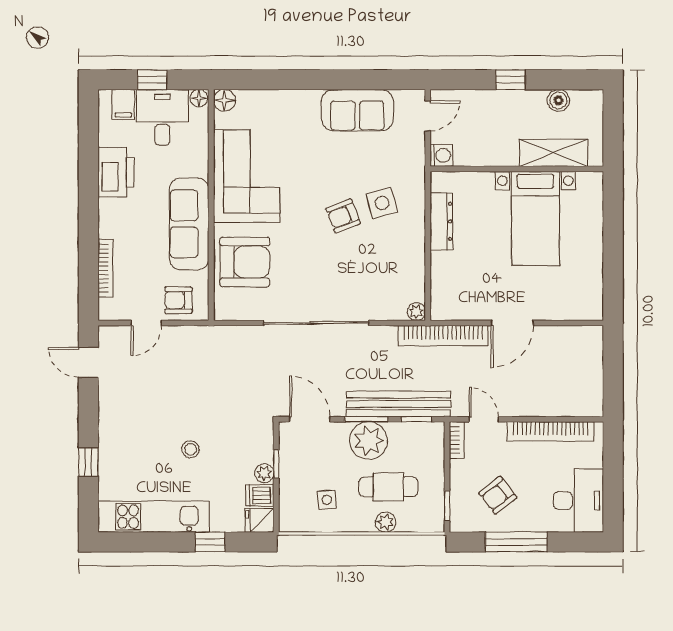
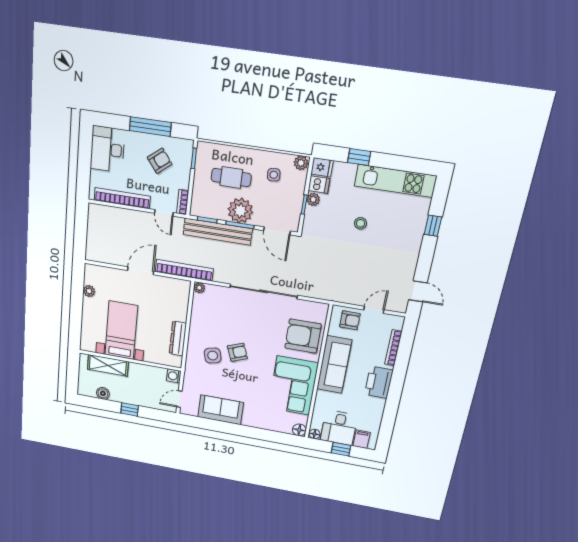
printer: (116, 172) -> (379, 382), moved
plant: (593, 275) -> (89, 291), added
plant: (386, 522) -> (301, 163), moved

